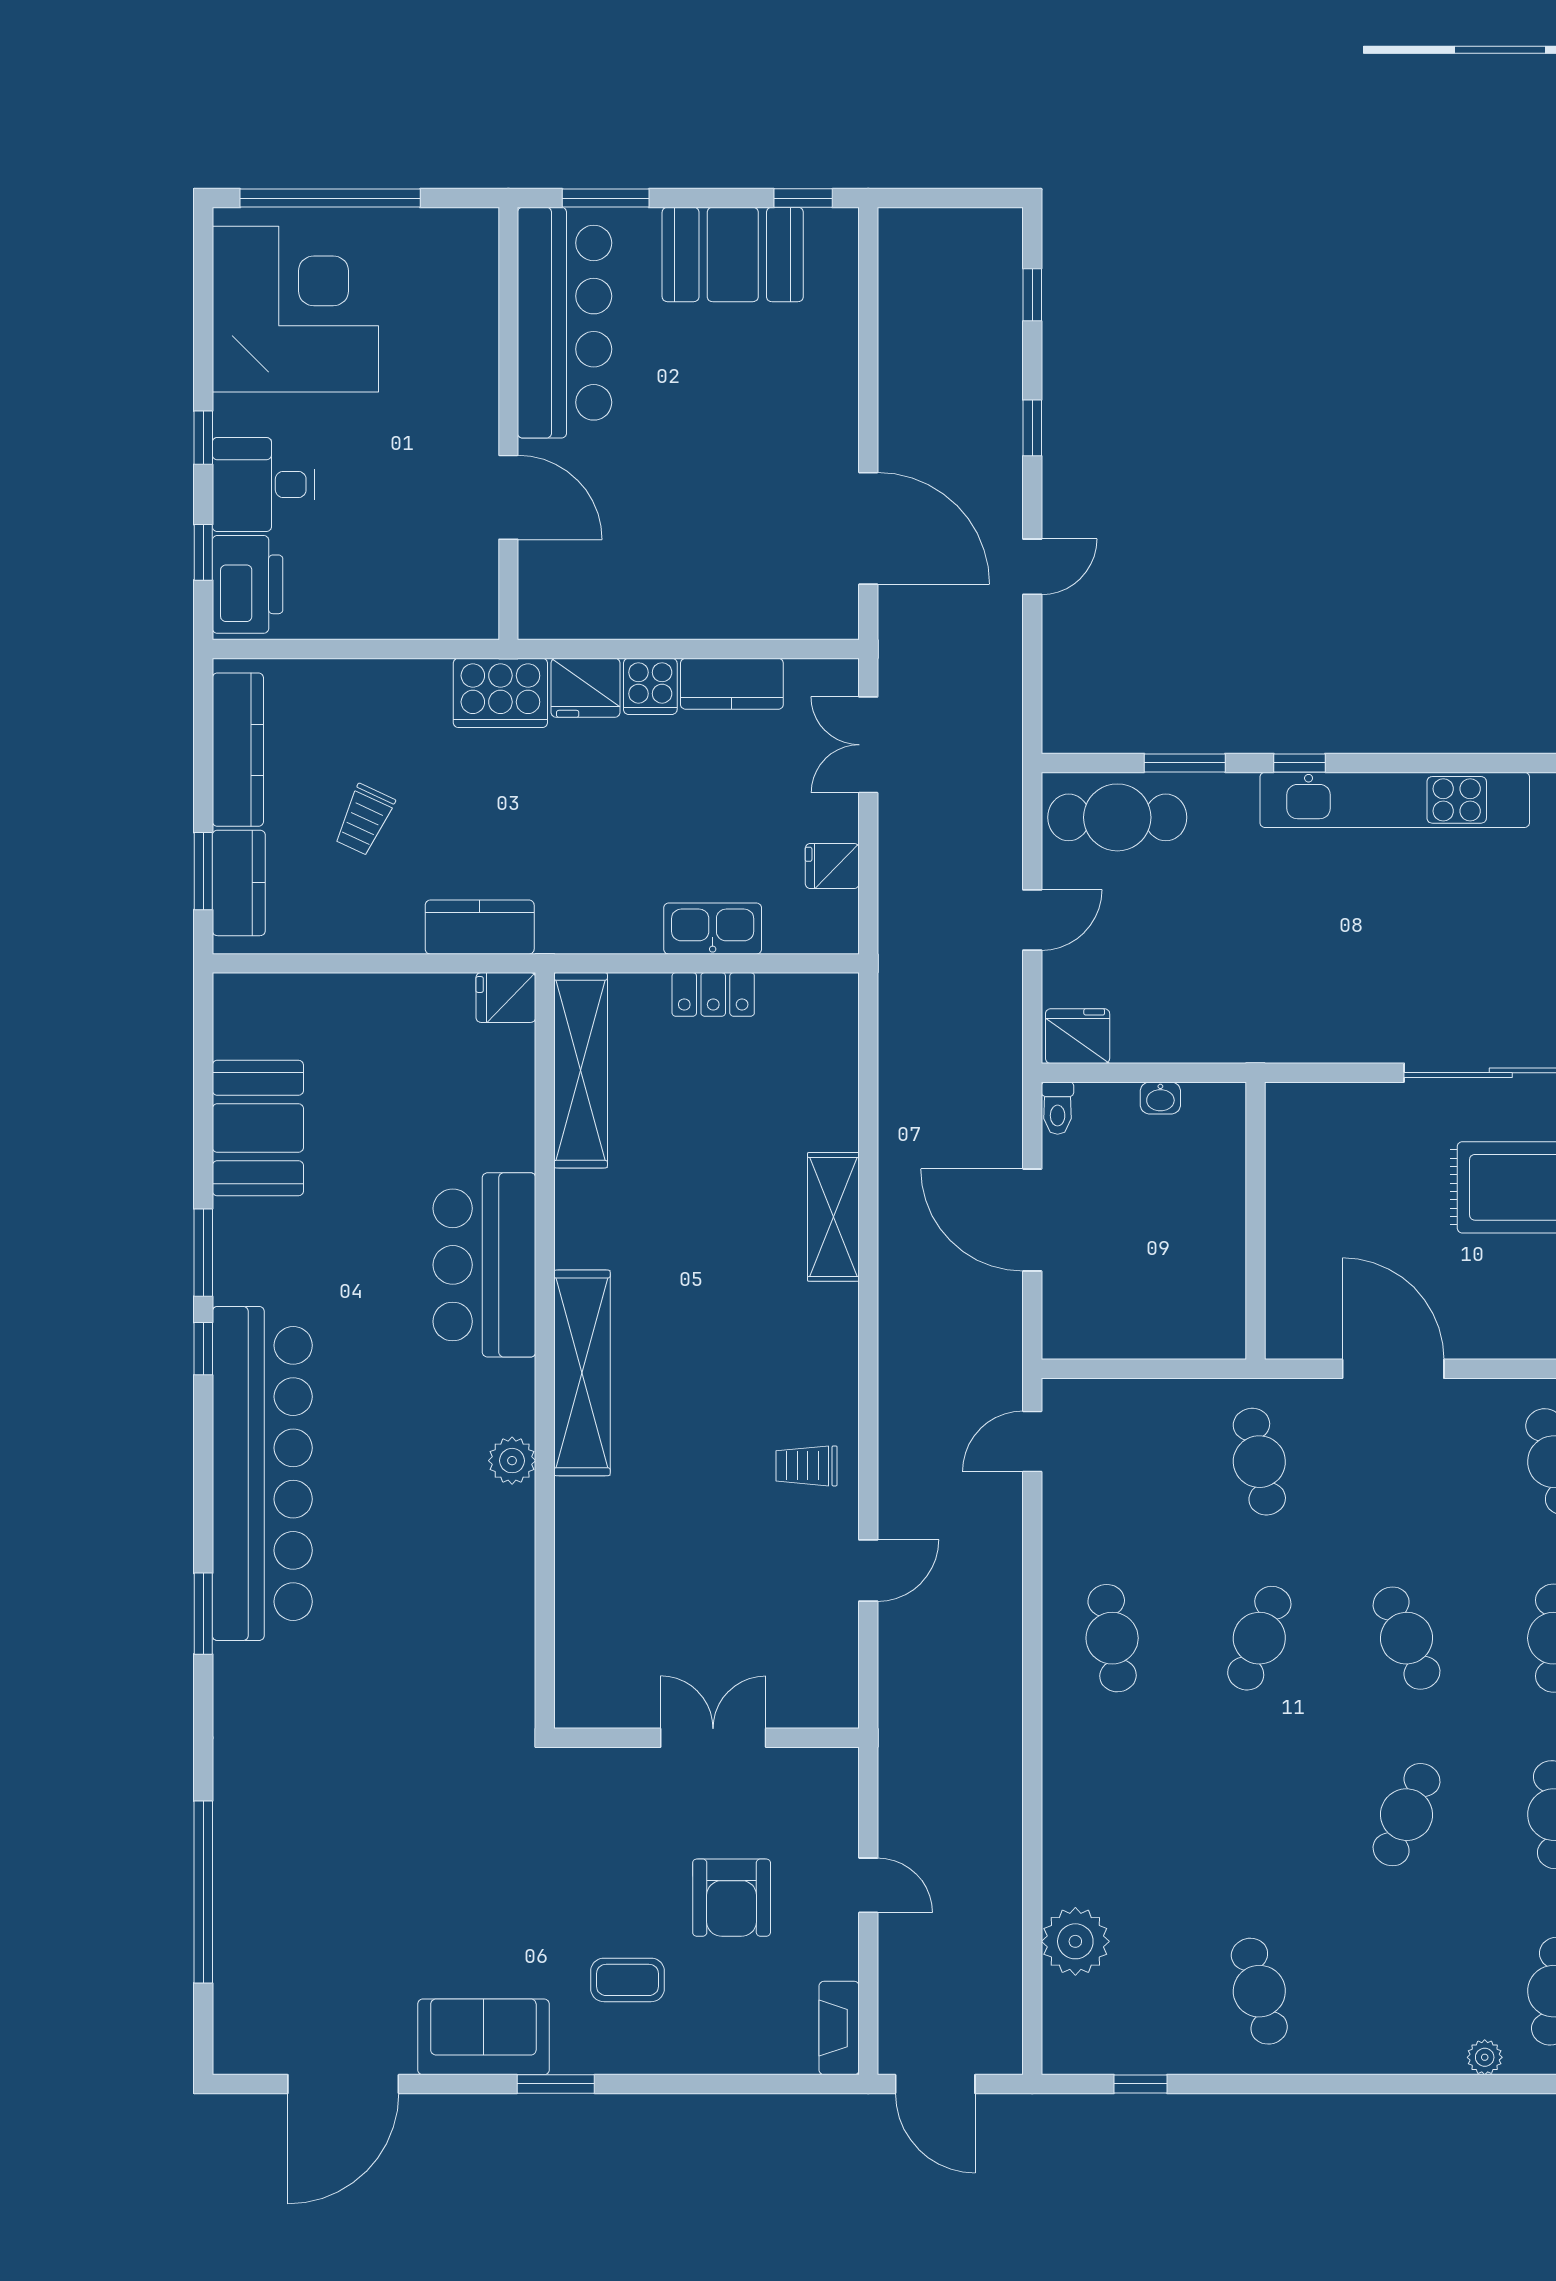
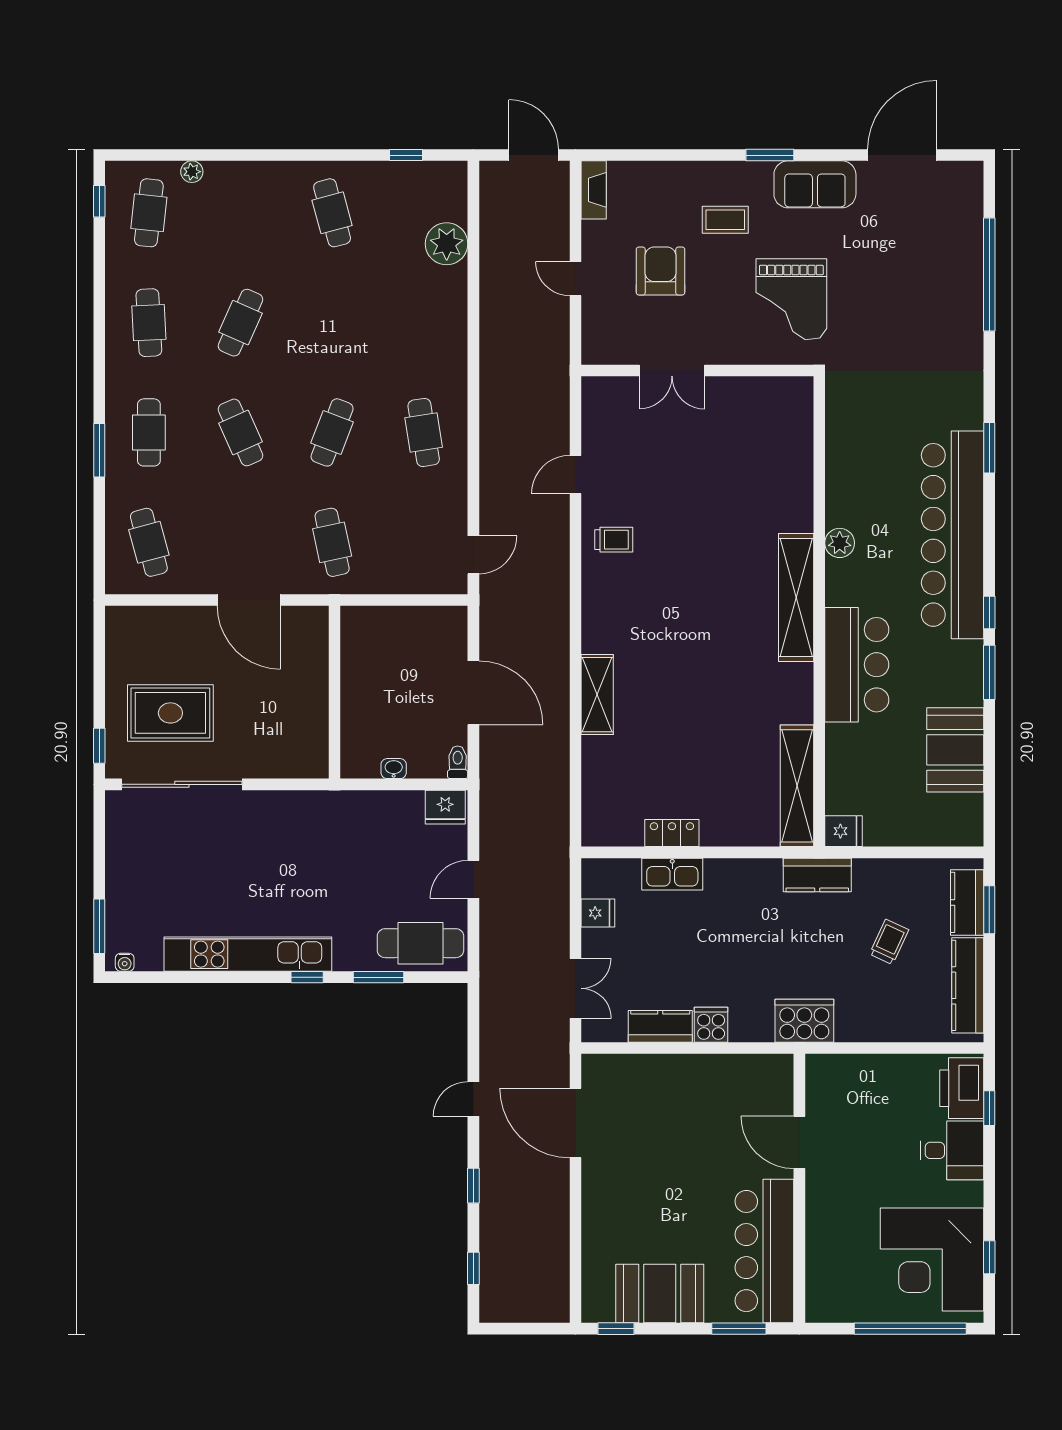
window: (203, 438) -> (989, 1257), moved
fridge: (586, 688) -> (751, 1024), removed
fridge: (506, 998) -> (843, 831), moved
shelving: (581, 1070) -> (797, 786), moved
bar counter: (484, 1265) -> (857, 665), moved
wall: (545, 1351) -> (819, 611), moved
shelving: (582, 1373) -> (796, 598), moved
plant: (512, 1461) -> (840, 543), moved
grand piano: (521, 1852) -> (791, 299), added

